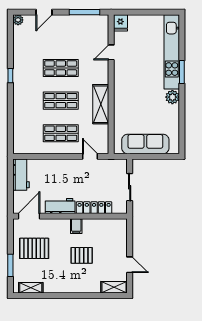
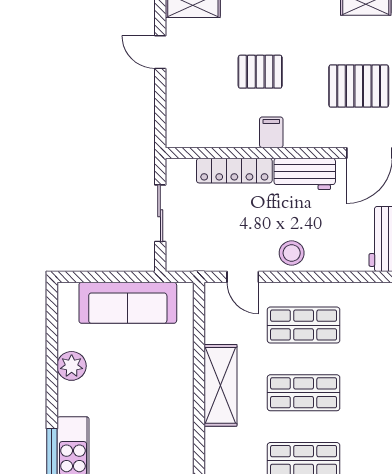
plant: (172, 97) -> (72, 366), moved
stool: (66, 168) -> (292, 253), added

